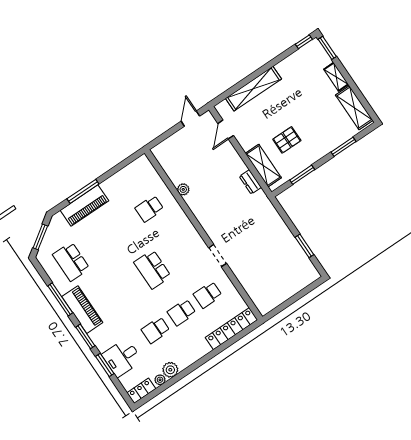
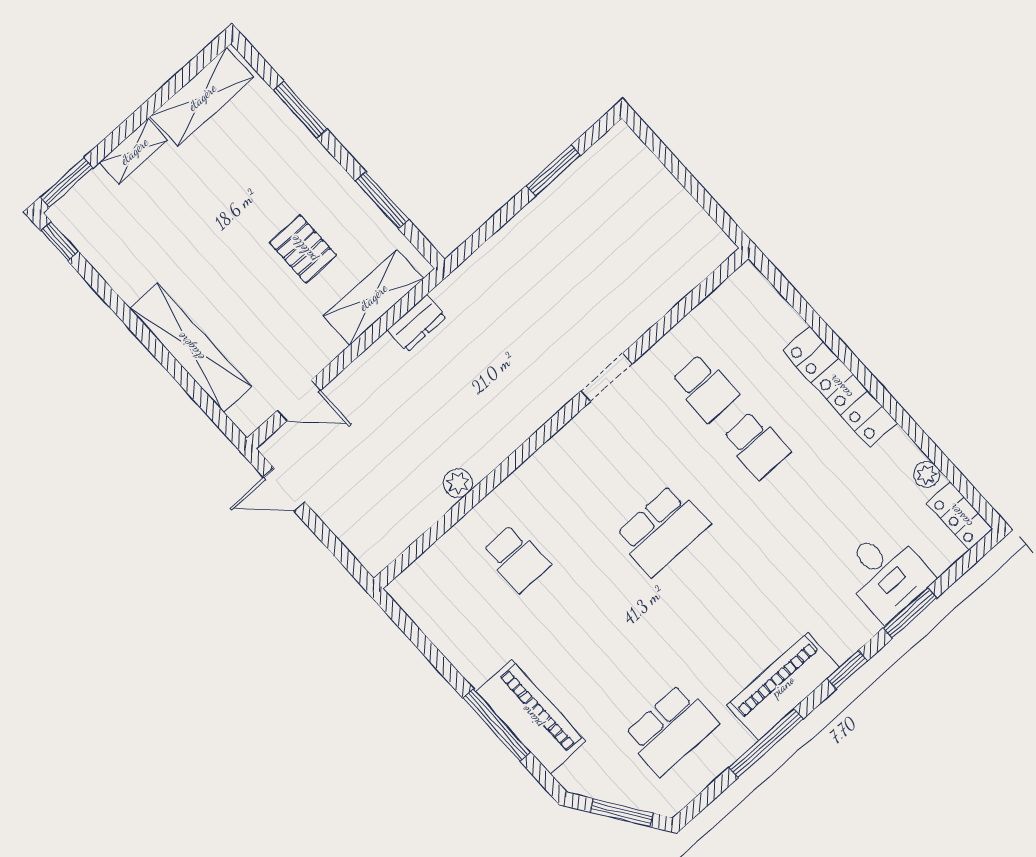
locker: (231, 329) -> (840, 387), moved
school desk: (156, 330) -> (808, 502), removed
window: (85, 336) -> (847, 670), width x0.67
plant: (170, 370) -> (899, 453), removed

